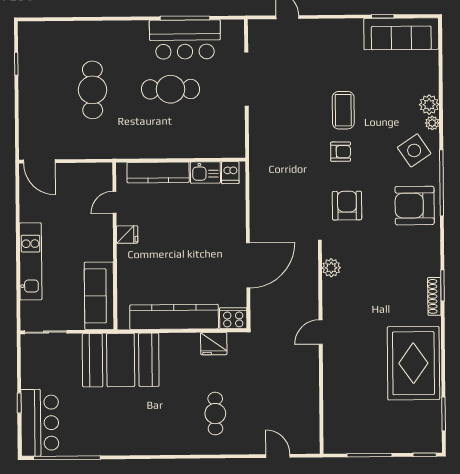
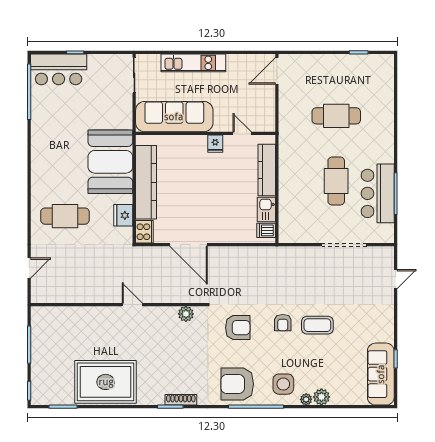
side table: (414, 150) -> (283, 384), turned 34
armchair: (415, 206) -> (237, 384), turned -90
sofa: (99, 296) -> (174, 117), width x1.36, depth x1.27
shoe rack: (434, 296) -> (181, 400), moved
booth: (121, 360) -> (110, 162), moved
cafe table: (215, 414) -> (65, 216), width x1.37, depth x1.35

